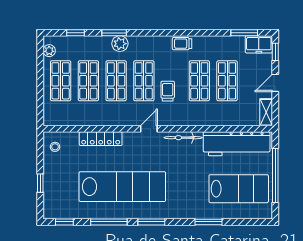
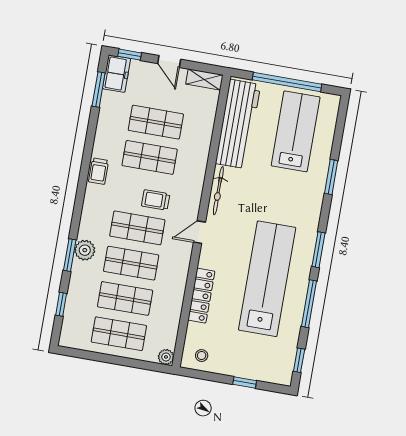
plant: (49, 51) -> (166, 357), moved
door: (149, 129) -> (199, 232), hinge flipped

